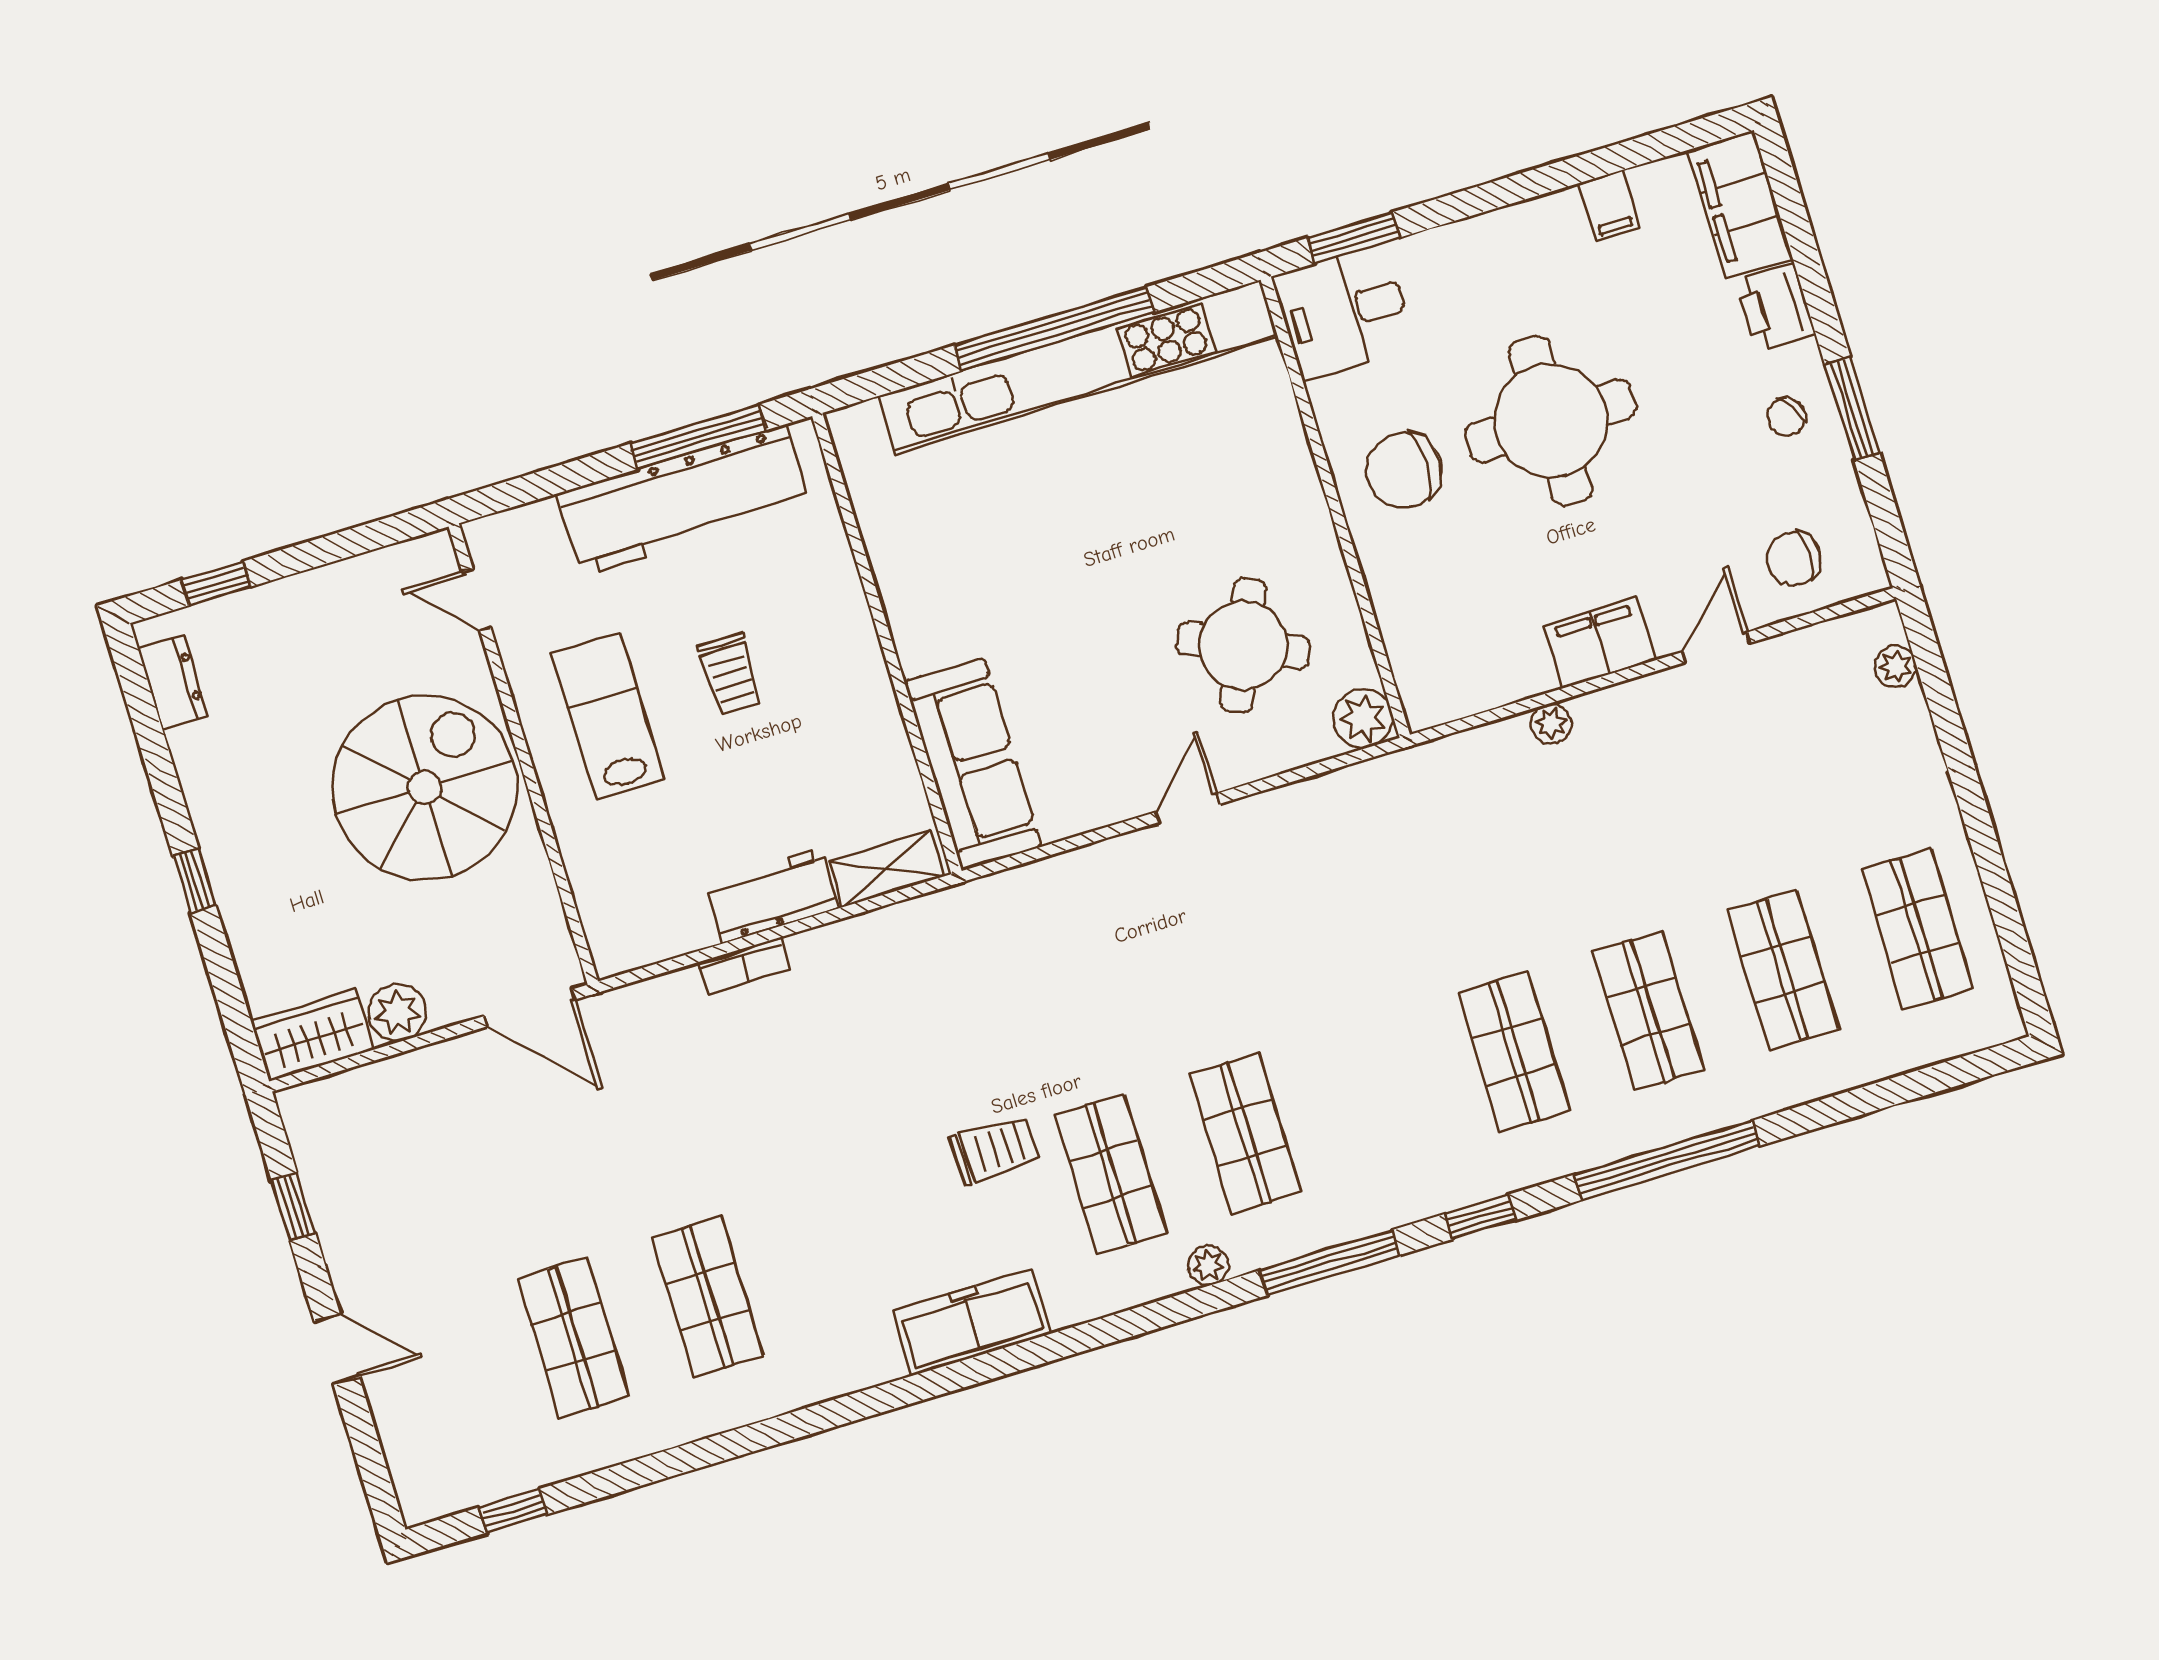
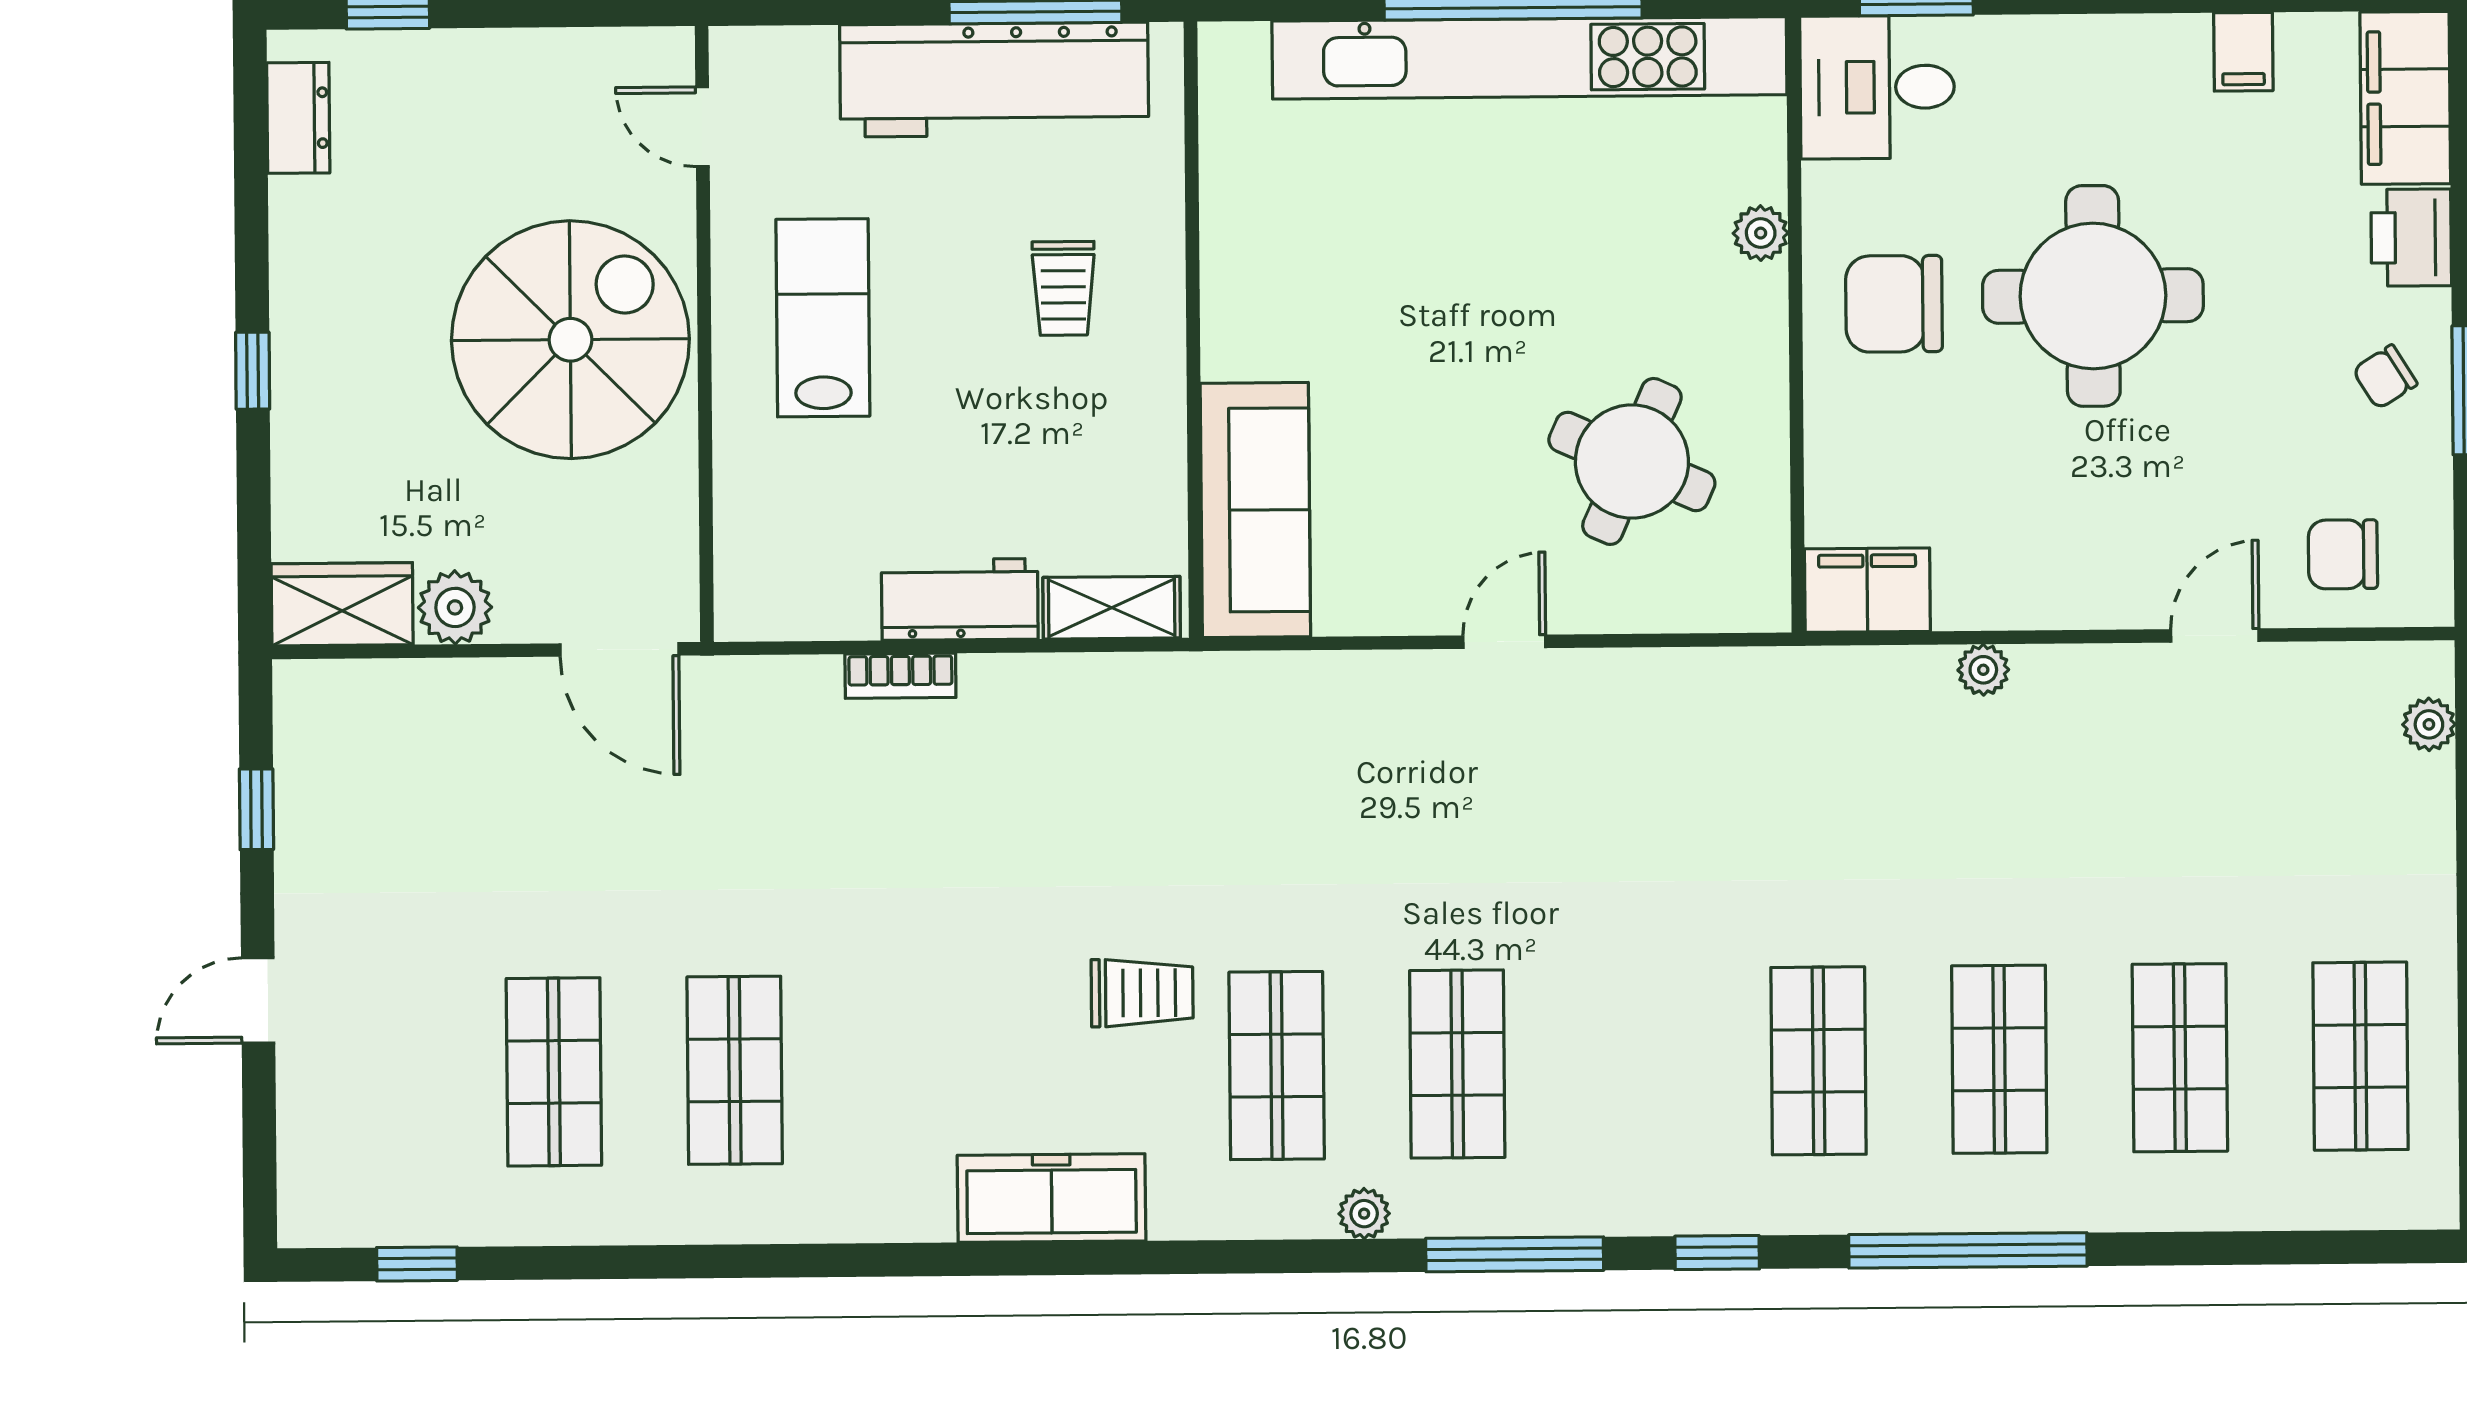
filing cabinet: (1600, 643) -> (1867, 590), moved
trolley: (730, 674) -> (1063, 288), moved
plant: (1363, 718) -> (1761, 233), moved, width x0.73, depth x0.73
door: (337, 1349) -> (258, 1000), swing flipped

